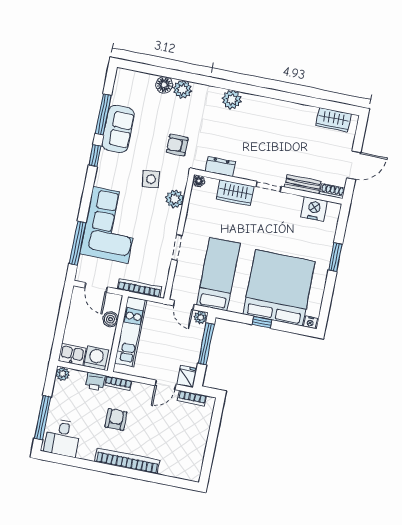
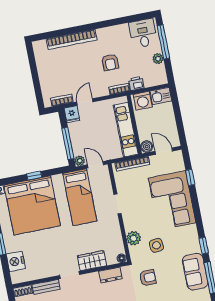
nightstand: (314, 209) -> (16, 261), moved, turned 90
window: (77, 243) -> (190, 177), width x0.46
boiler: (110, 319) -> (147, 147), moved
plant: (63, 374) -> (158, 59), moved
bookcase: (127, 461) -> (72, 39), moved

